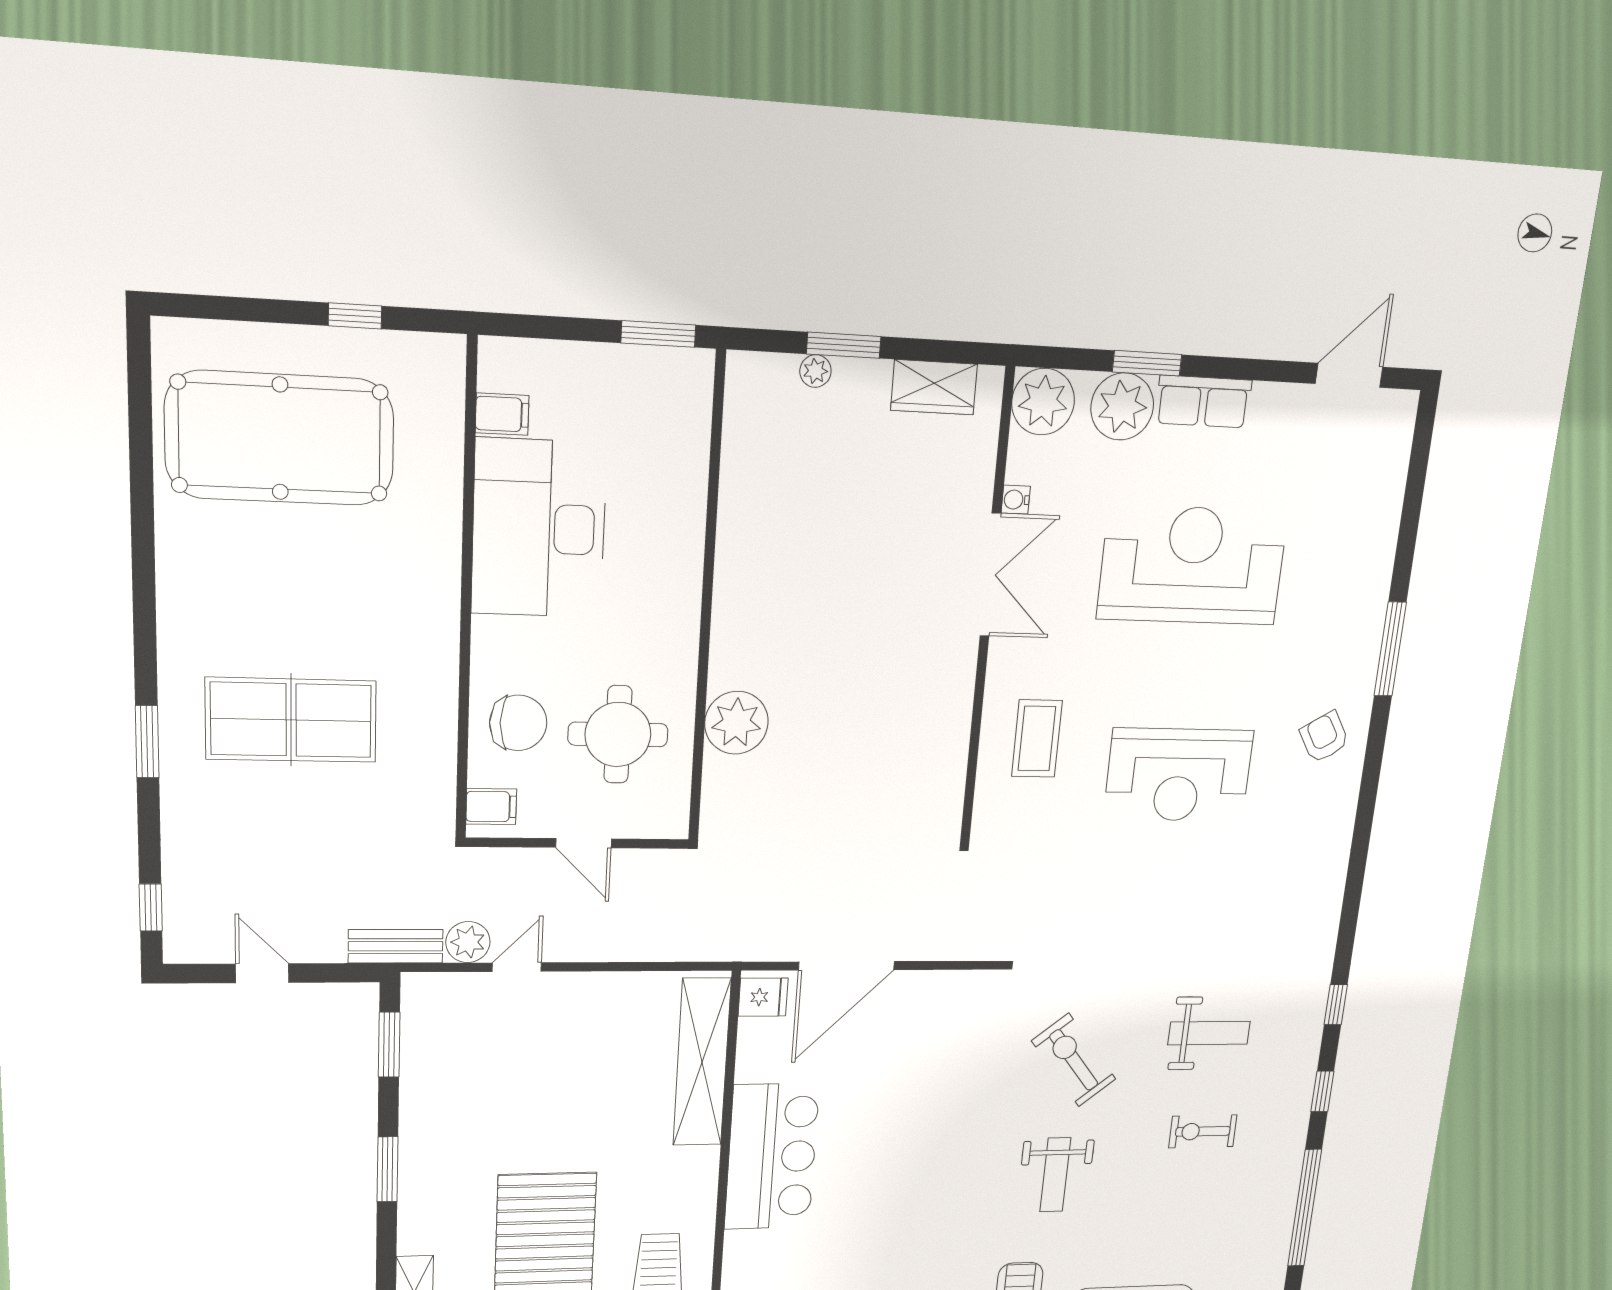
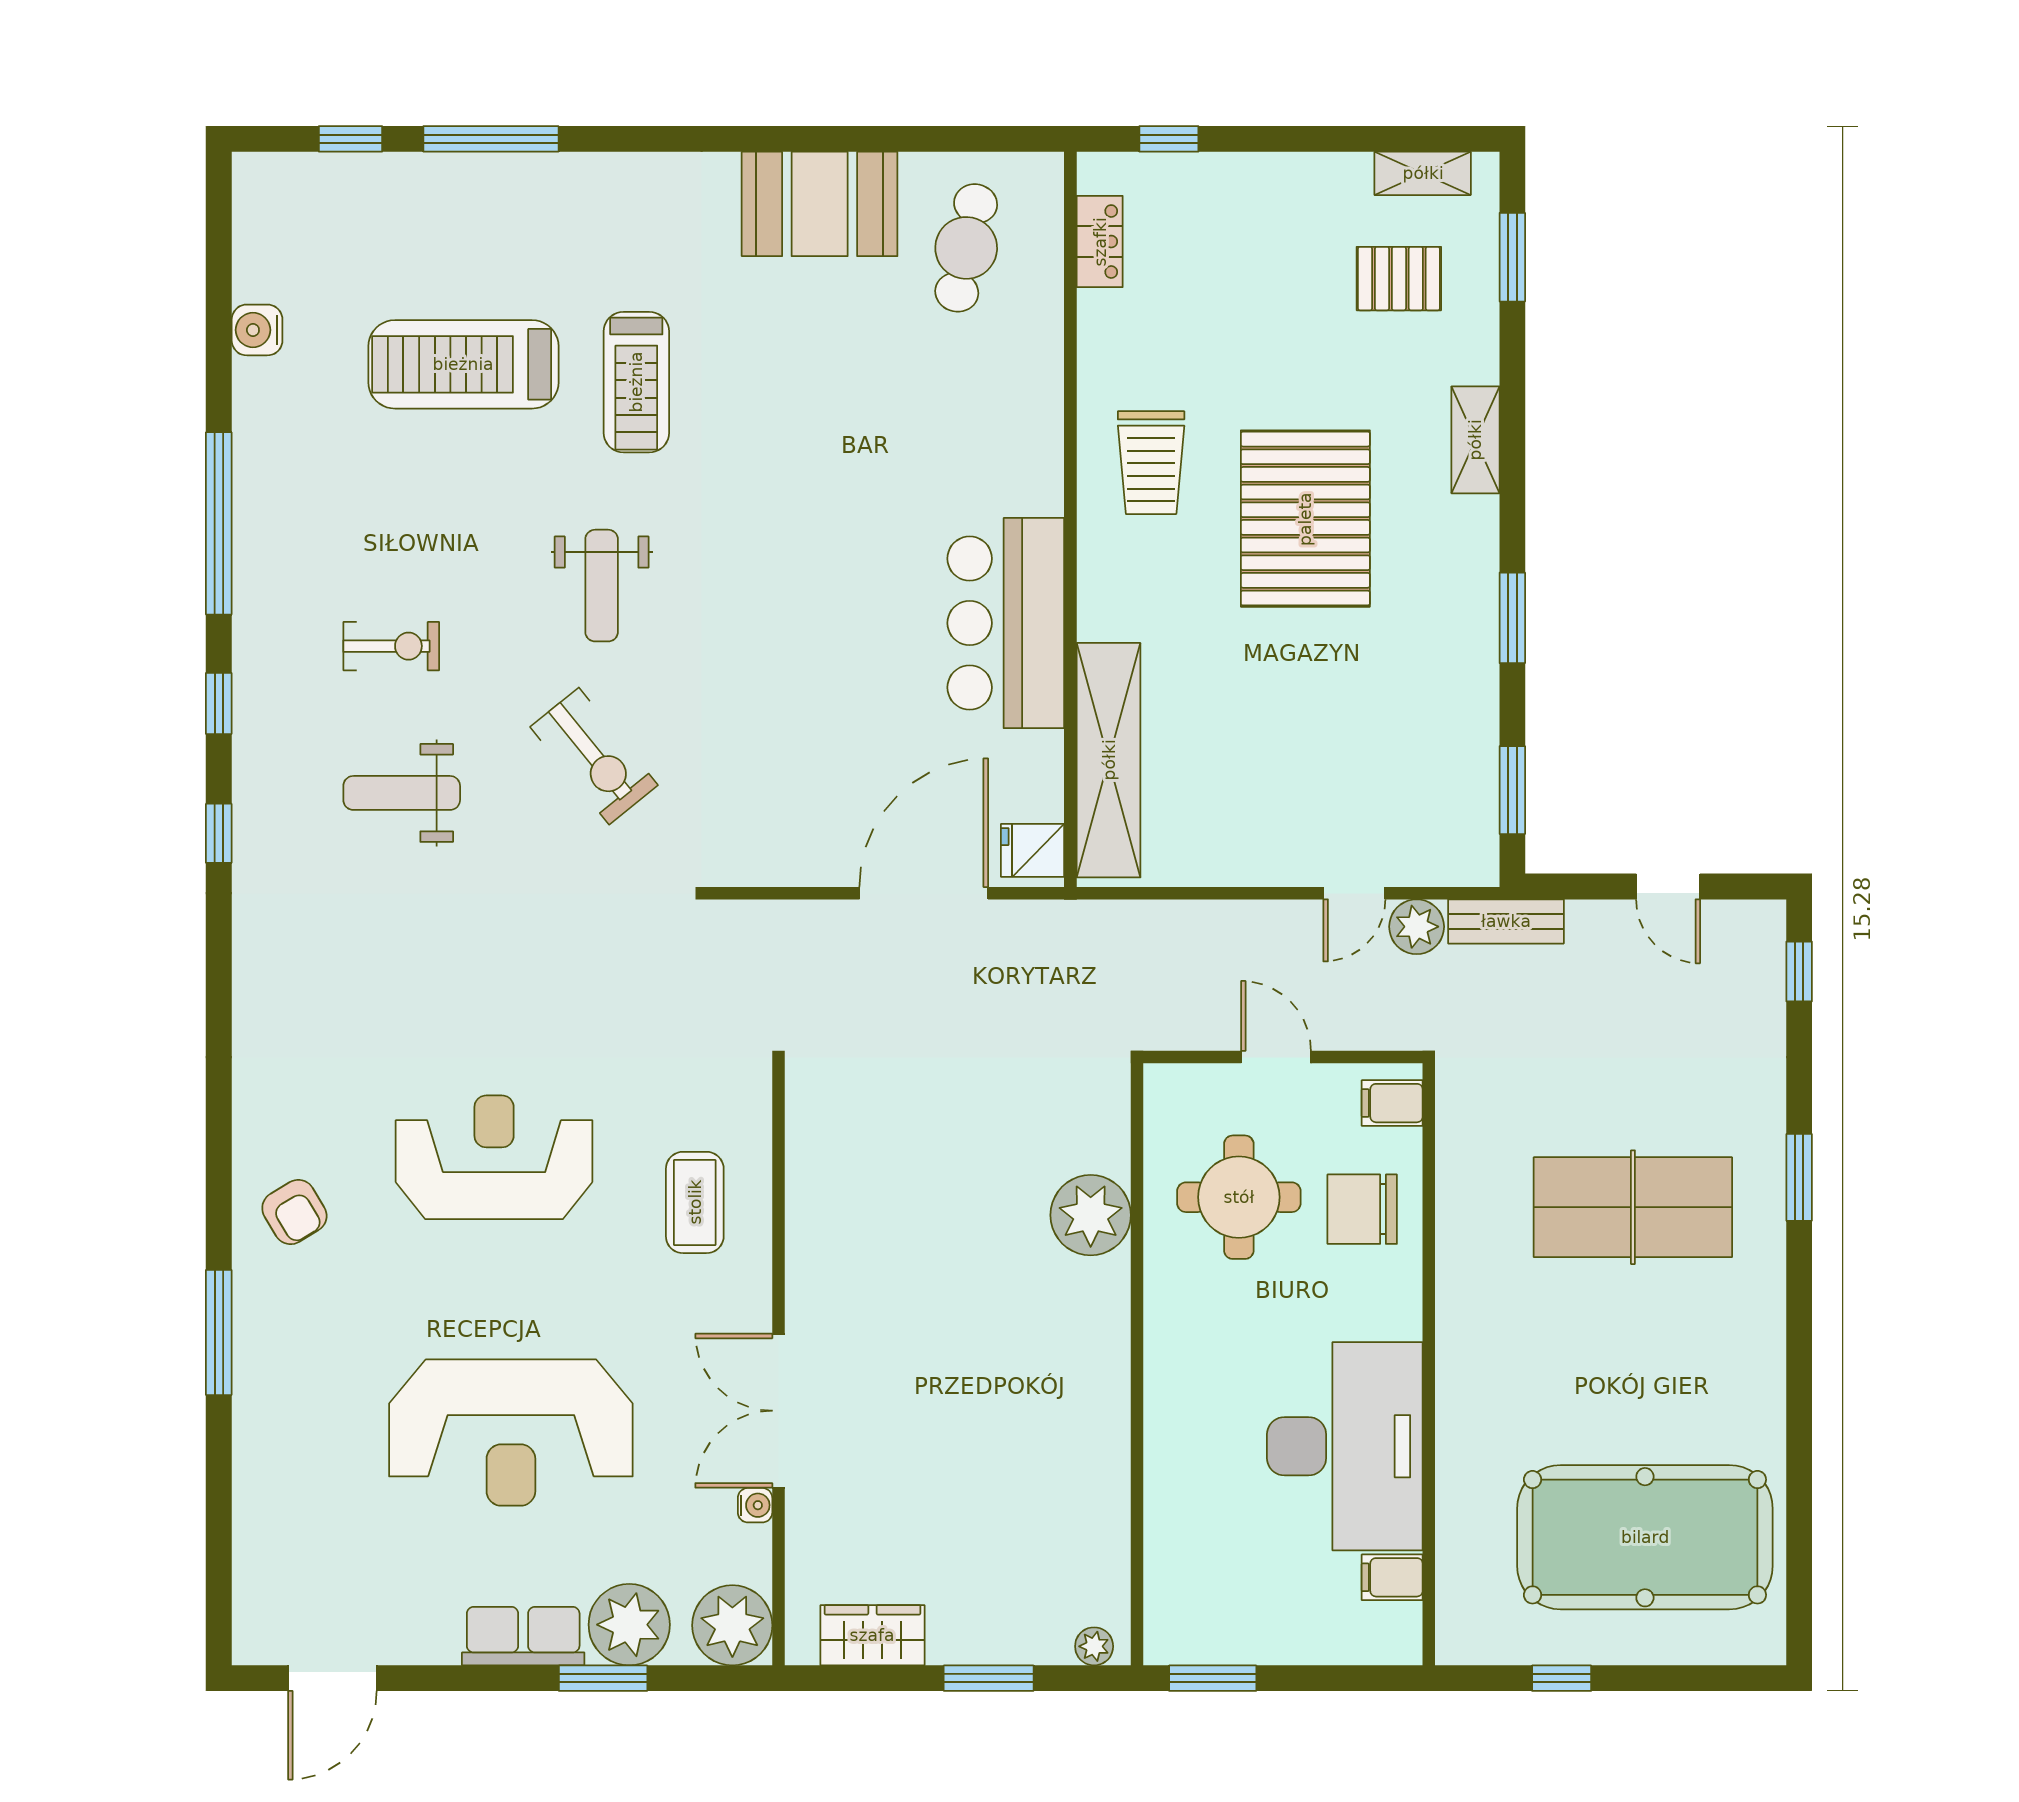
plant: (815, 371) -> (1094, 1646), moved
weight bench: (1055, 1175) -> (602, 586), turned 180

